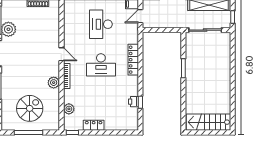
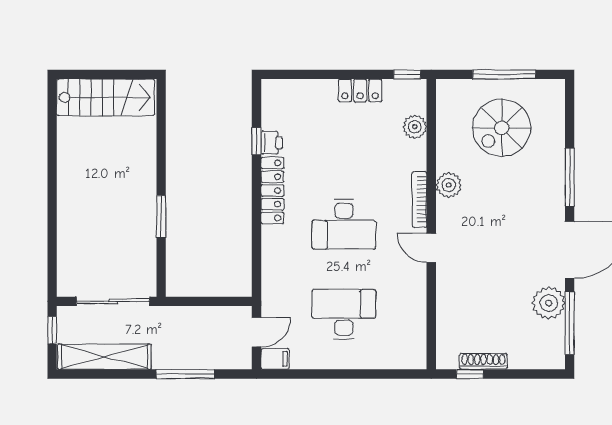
desk: (101, 24) -> (344, 314), turned -90
locker: (133, 60) -> (272, 190), moved
desk: (101, 65) -> (344, 224), turned 180

